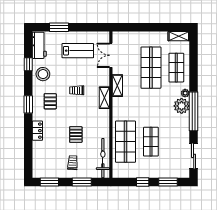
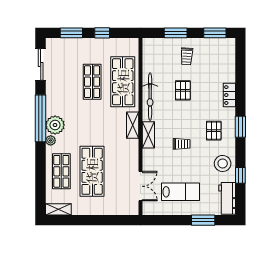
lab bench: (78, 51) -> (180, 192), turned 180
shelving: (117, 86) -> (133, 125), moved
bicycle: (103, 158) -> (150, 97), moved

